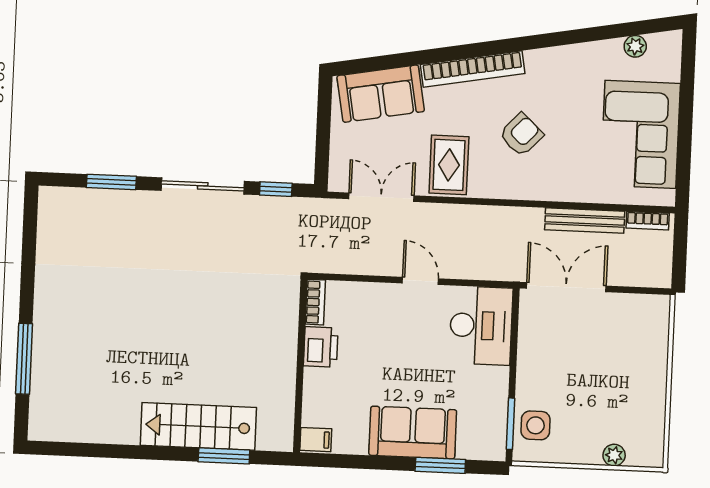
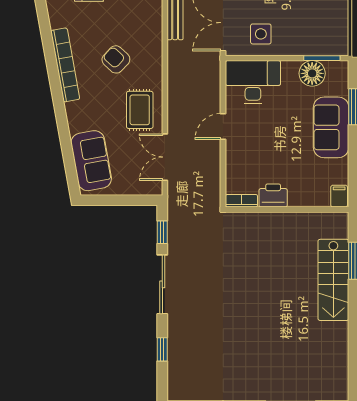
bookcase: (473, 69) -> (65, 65), moved
rug: (449, 165) -> (140, 110), turned 90
window: (111, 182) -> (162, 349), width x0.67
floor lamp: (490, 409) -> (312, 73), added
side table: (536, 425) -> (261, 34), moved

